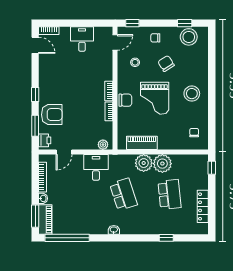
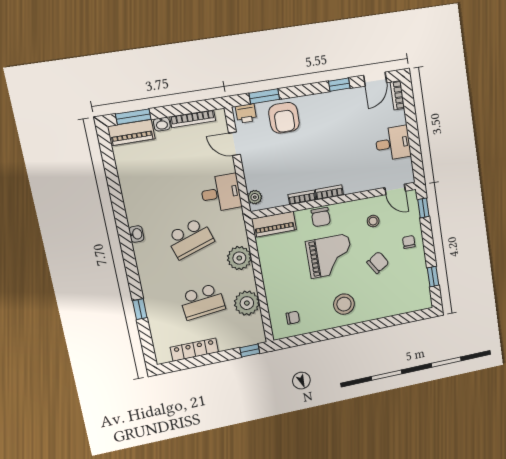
stool: (189, 37) -> (416, 285), removed
window: (35, 94) -> (339, 85), moved
grand piano: (155, 98) -> (330, 256), turned 180
piano: (142, 143) -> (274, 224), moved, turned 90
plant: (162, 164) -> (247, 303), moved
window: (67, 238) -> (110, 169), removed

